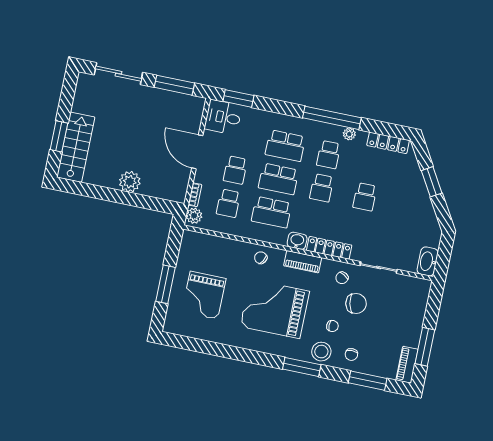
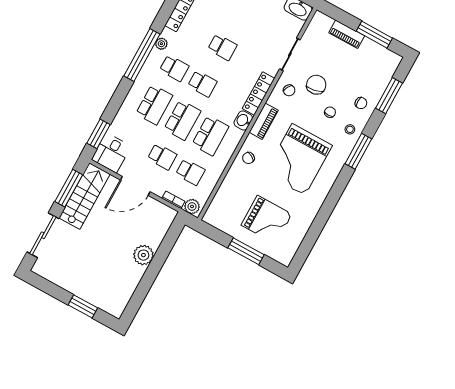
stairs: (76, 147) -> (85, 196), moved, turned 90
stool: (321, 352) -> (350, 129), width x0.53, depth x0.53
piano: (407, 365) -> (347, 34), moved

